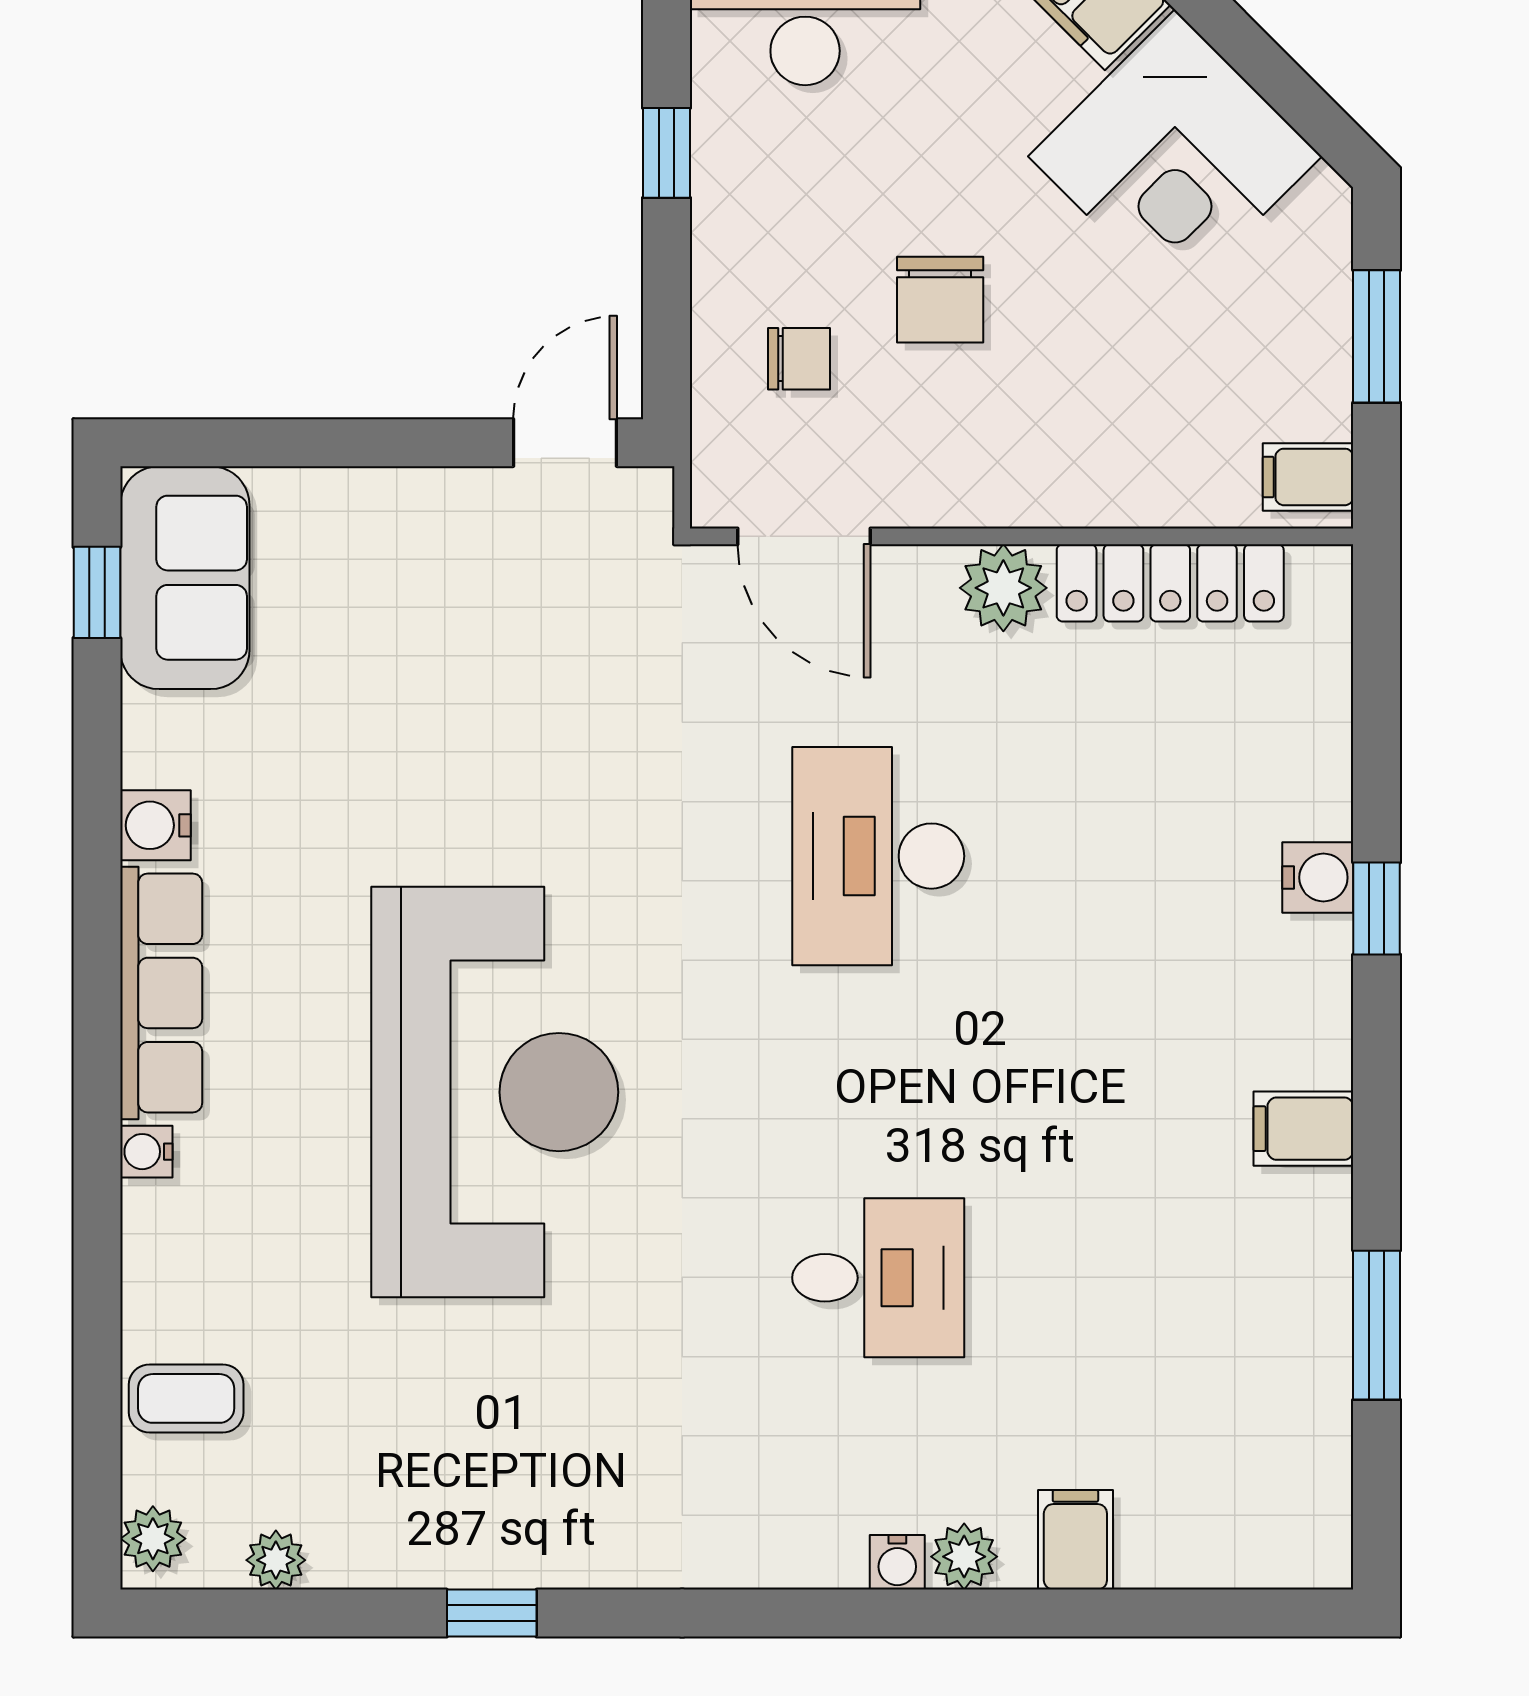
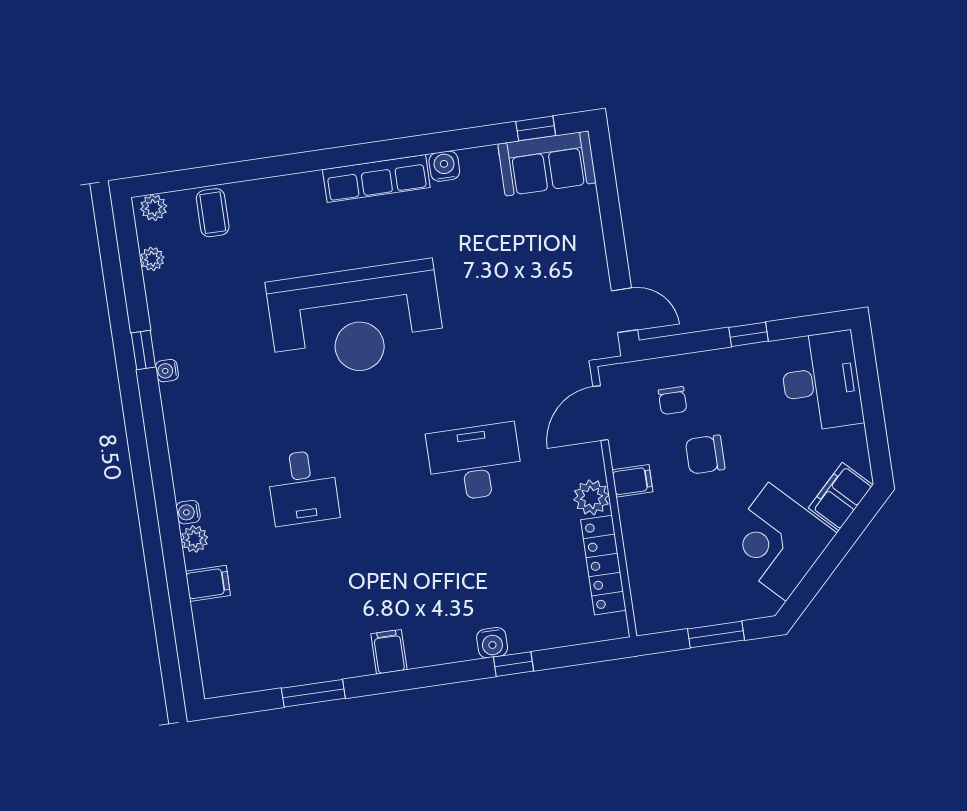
filing cabinet: (1308, 477) -> (632, 481), moved, turned 90
window: (1377, 909) -> (513, 664), moved
water cooler: (146, 1152) -> (167, 371), moved, turned -90

